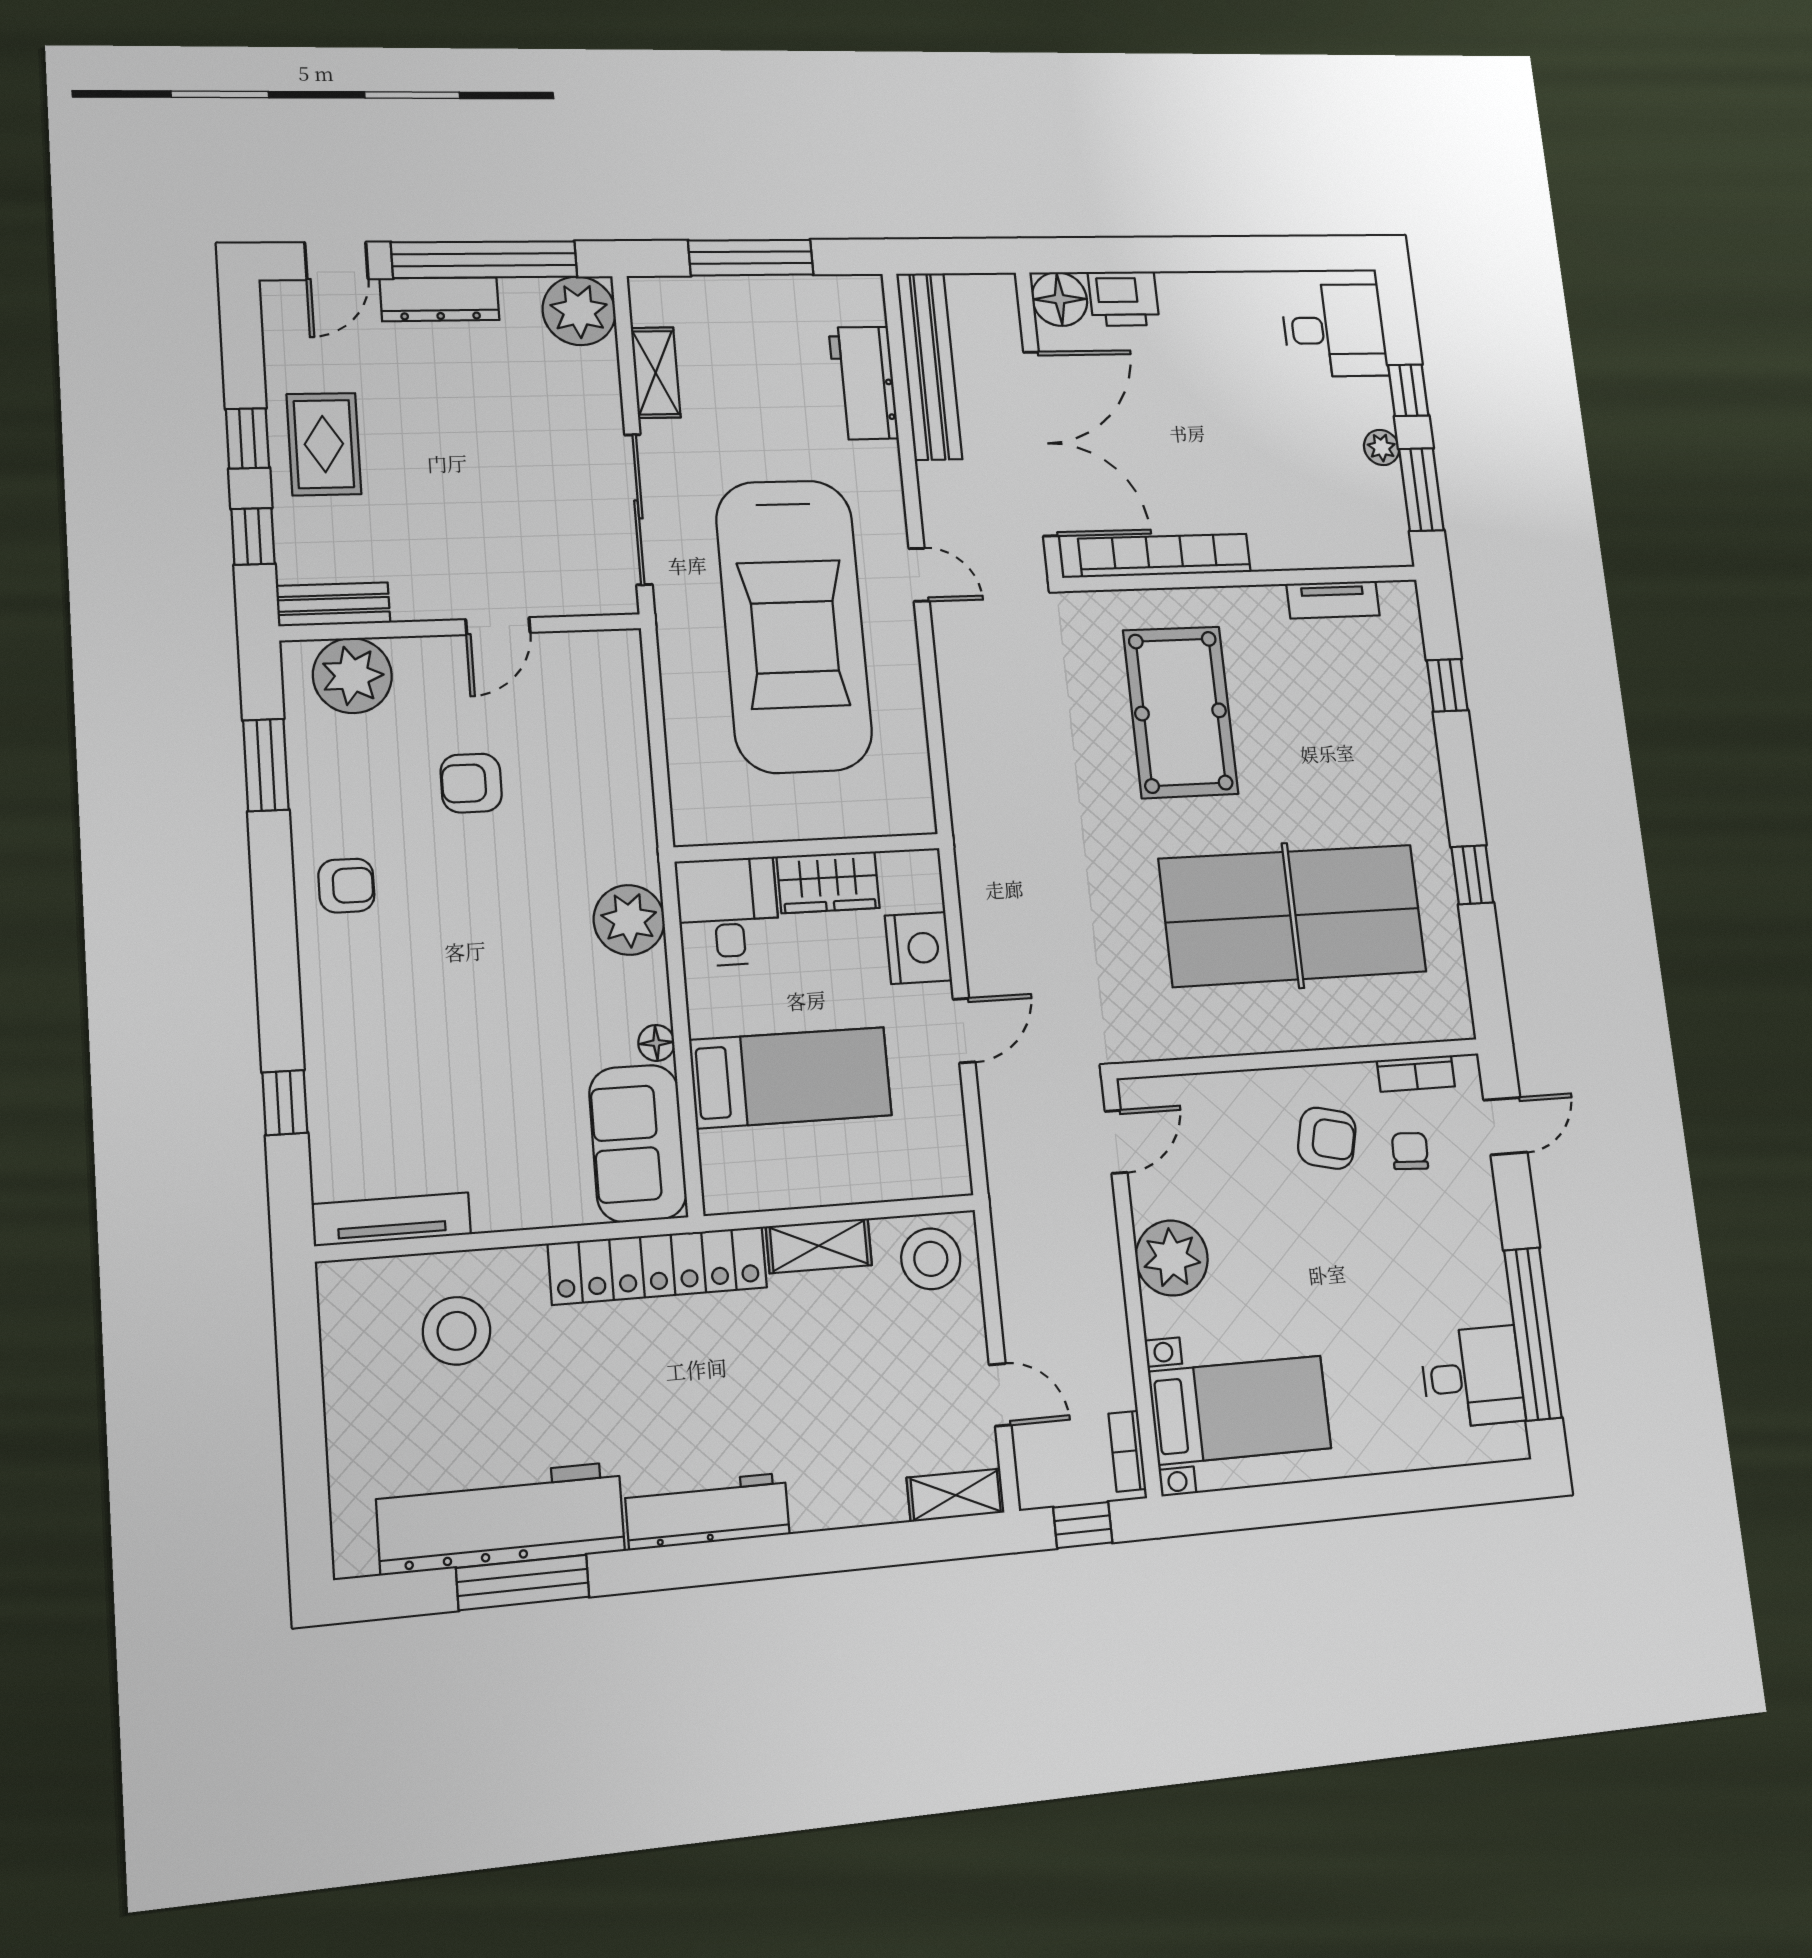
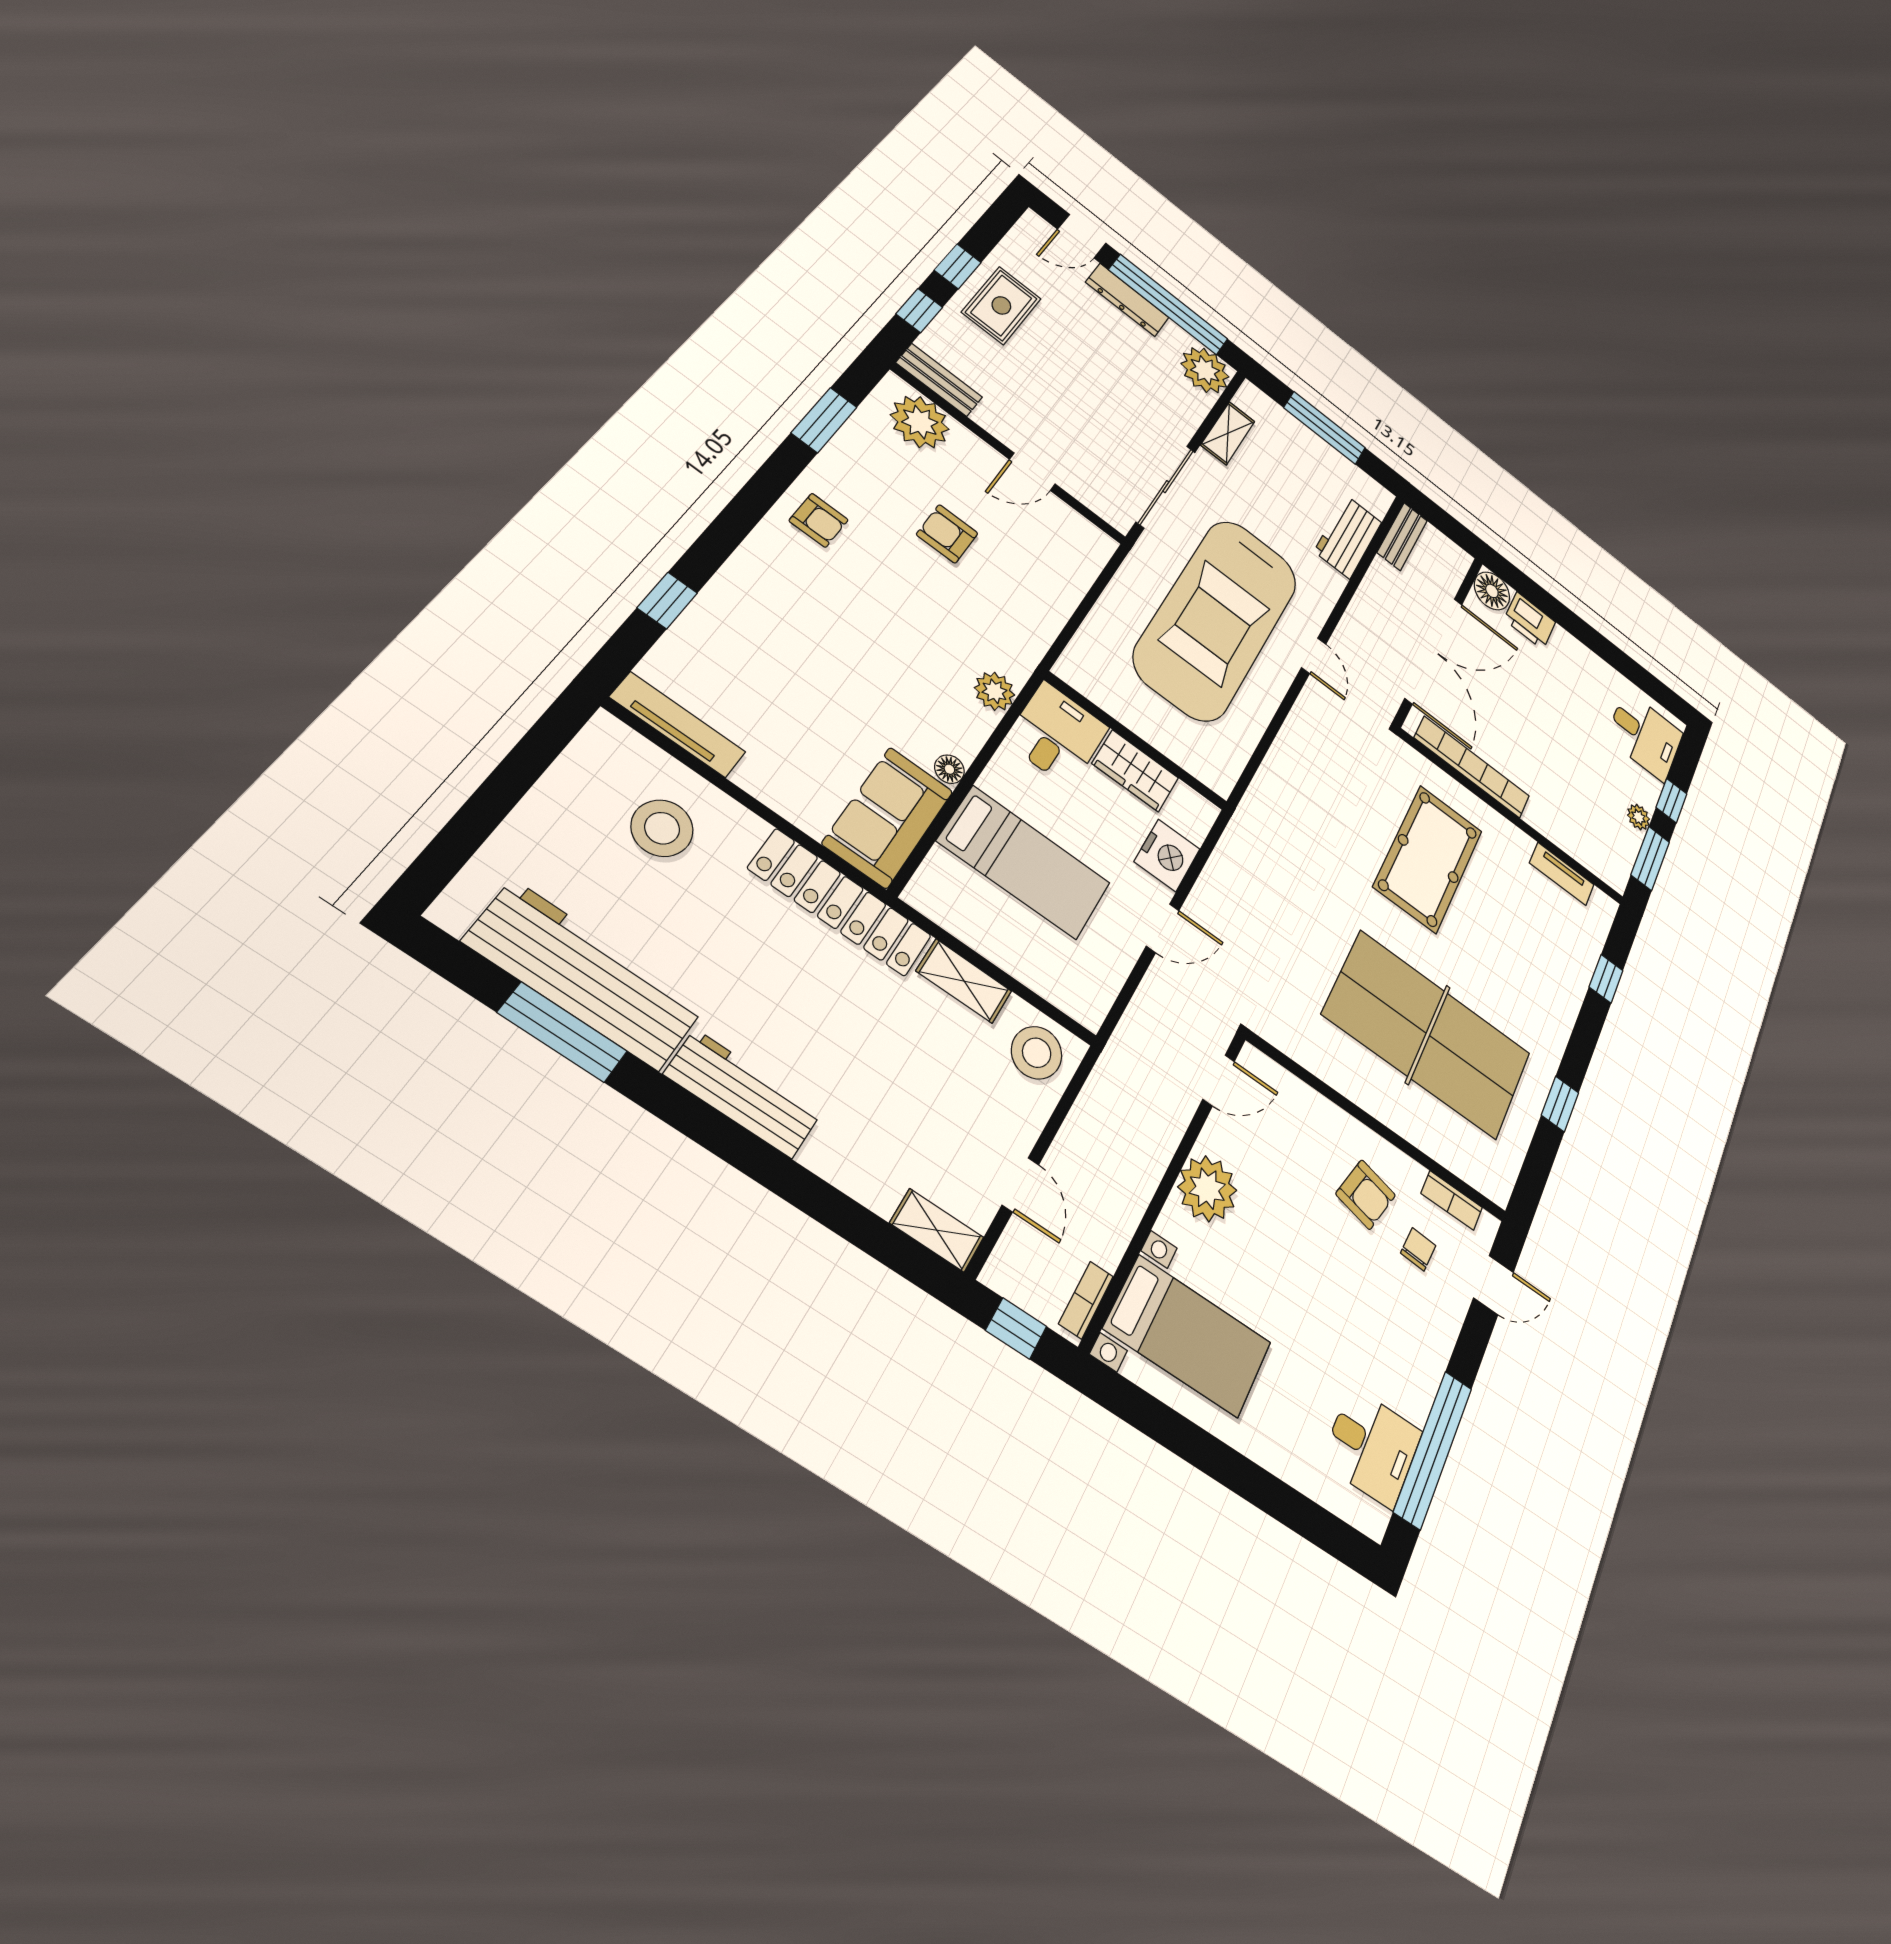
bench: (929, 366) -> (1402, 536), width x0.54, depth x0.82
plant: (629, 920) -> (995, 691), width x0.73, depth x0.73

